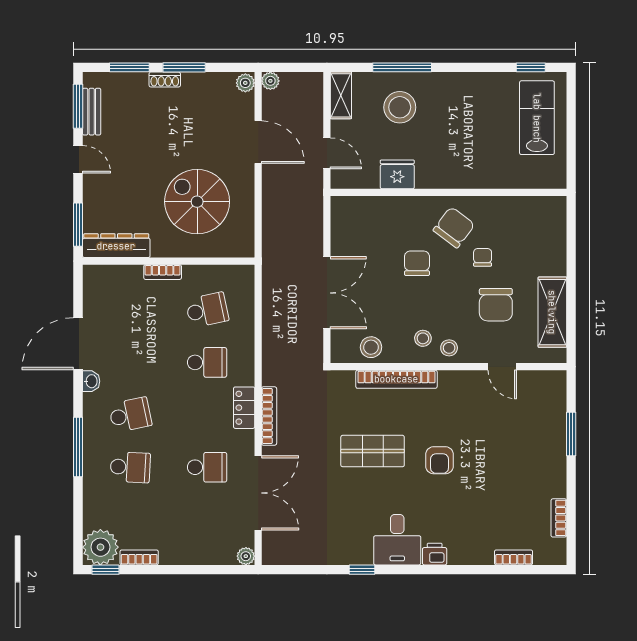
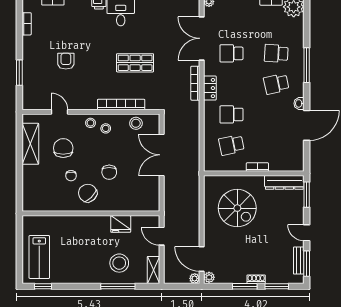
door: (258, 142) -> (202, 259), moved
chair: (454, 227) -> (88, 193), turned 99
armchair: (439, 460) -> (66, 61), moved

